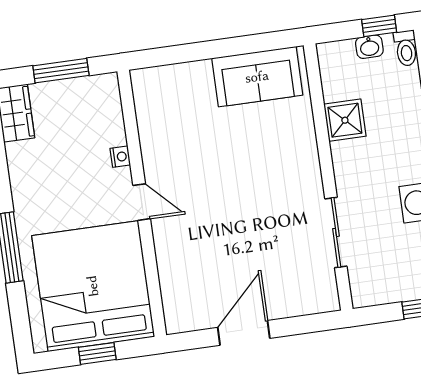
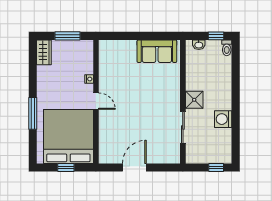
washbasin: (369, 47) -> (199, 45), moved
shower: (345, 120) -> (194, 100), moved

